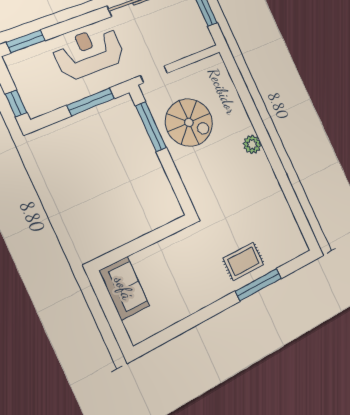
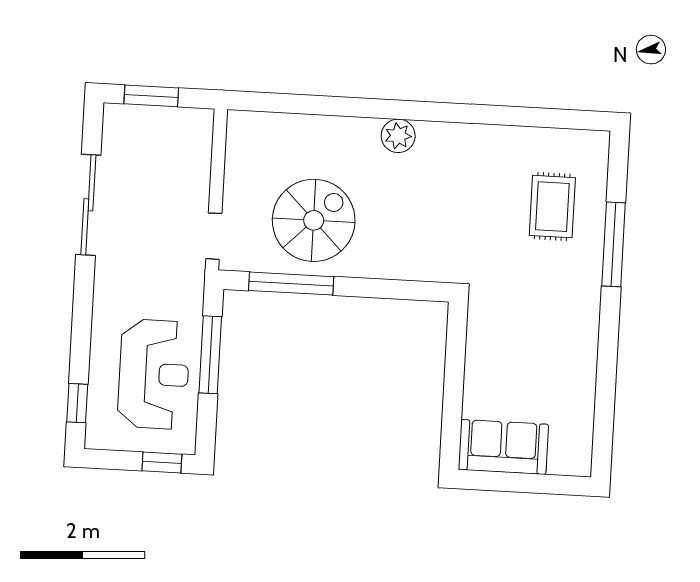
window: (26, 41) -> (77, 403), width x0.67
reception desk: (89, 53) -> (154, 374), moved, turned 180
rug: (243, 261) -> (552, 207), moved

